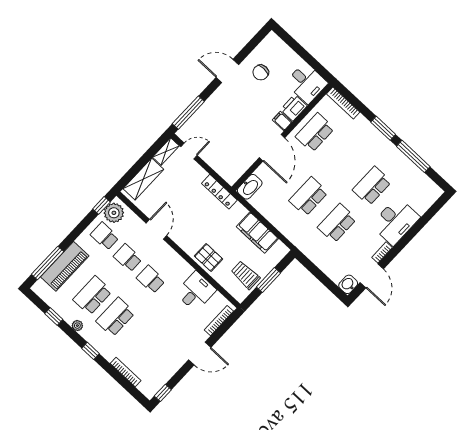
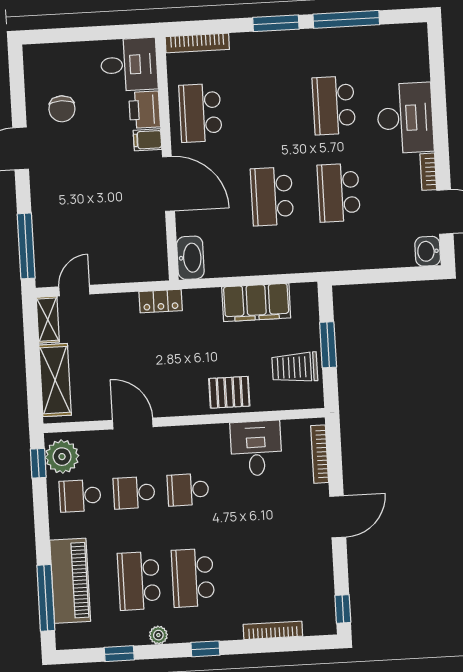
locker: (219, 192) -> (161, 301), width x0.66

